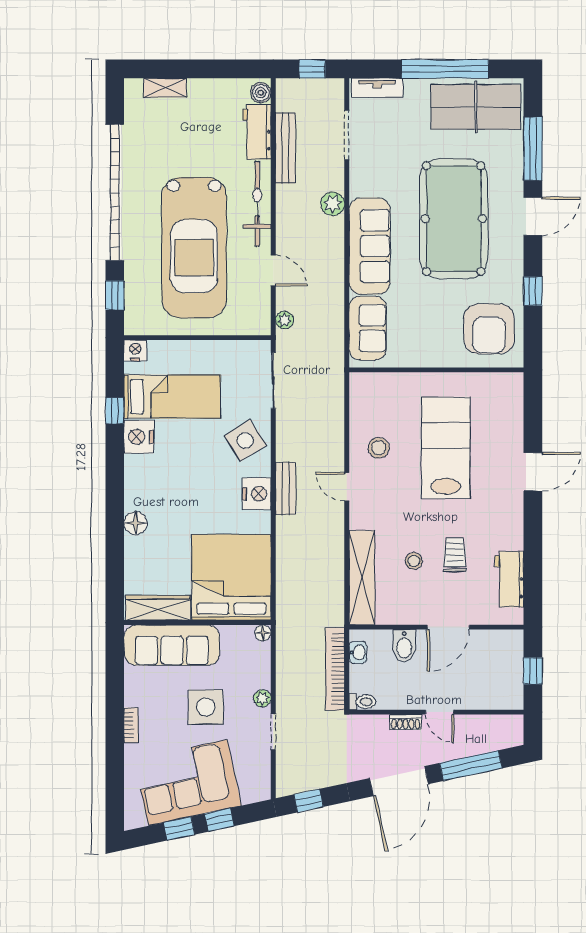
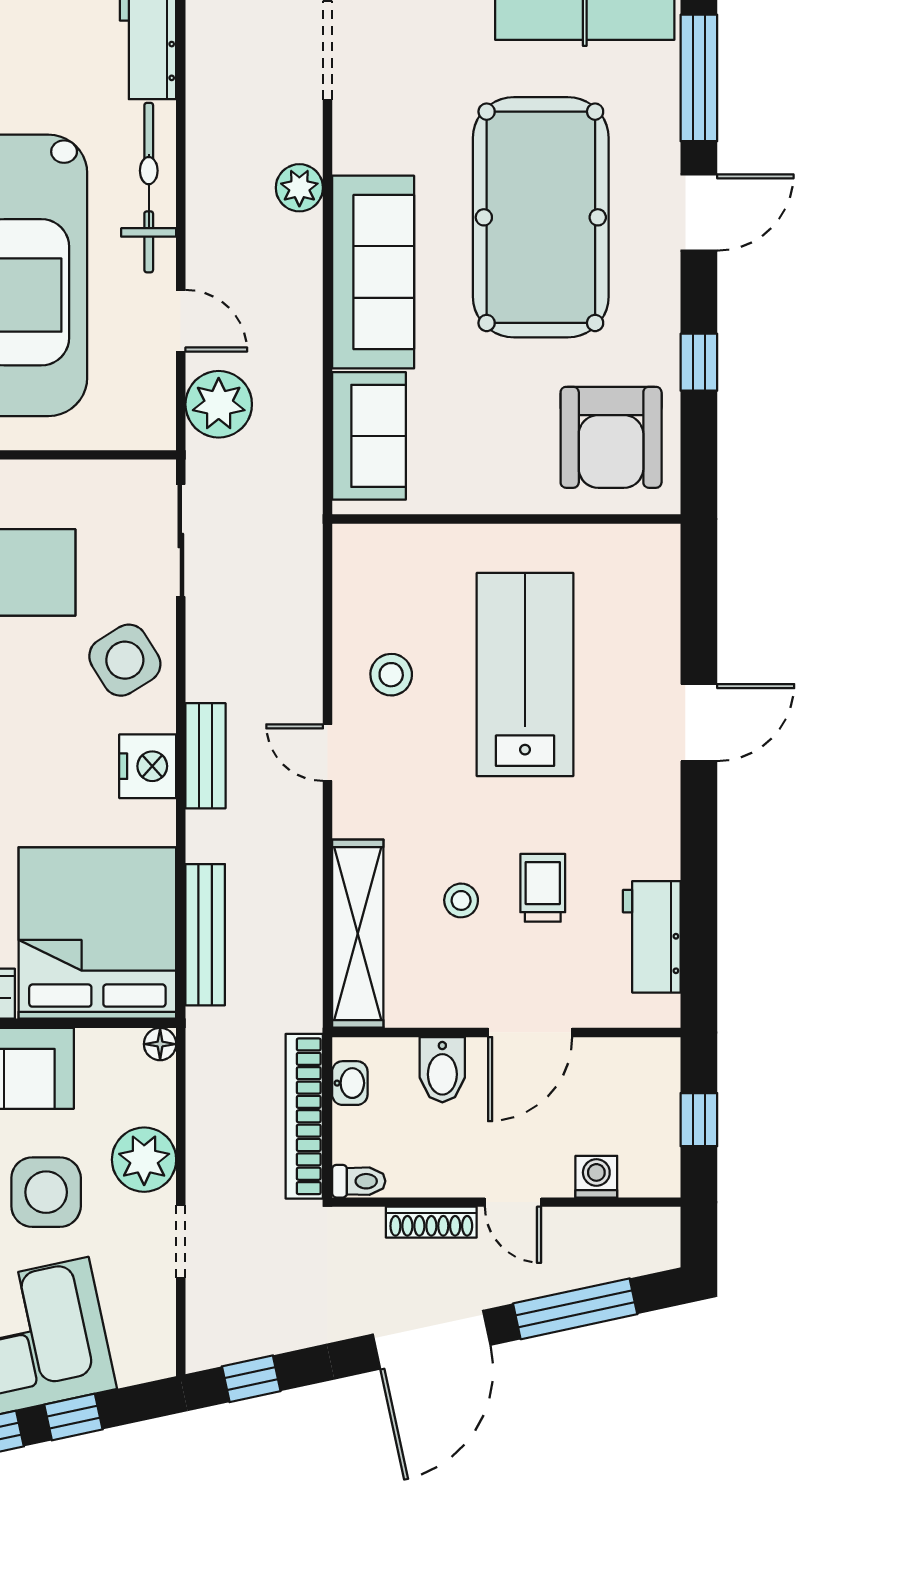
bench: (285, 148) -> (205, 935), moved
plant: (284, 320) -> (219, 404), width x1.88, depth x1.88
plant: (262, 698) -> (144, 1160), width x1.88, depth x1.88
washing machine: (482, 699) -> (596, 1177), added
shoe rack: (406, 722) -> (431, 1222), width x1.43

